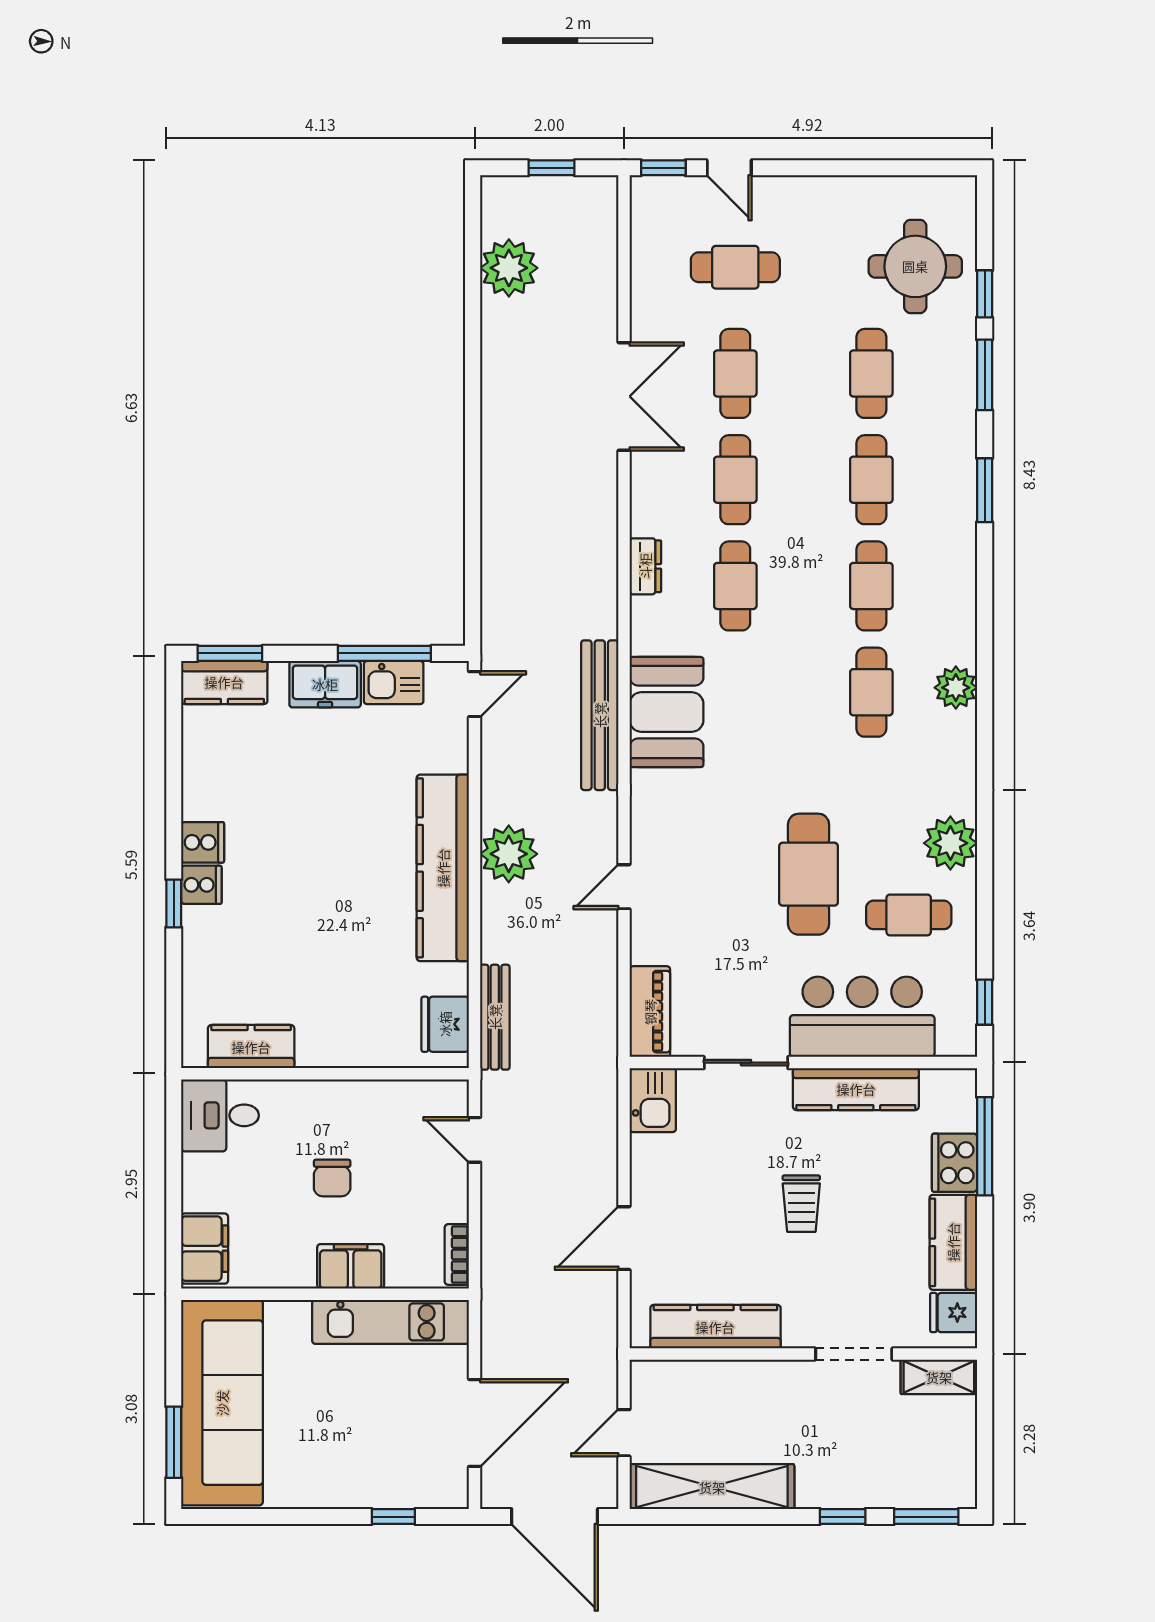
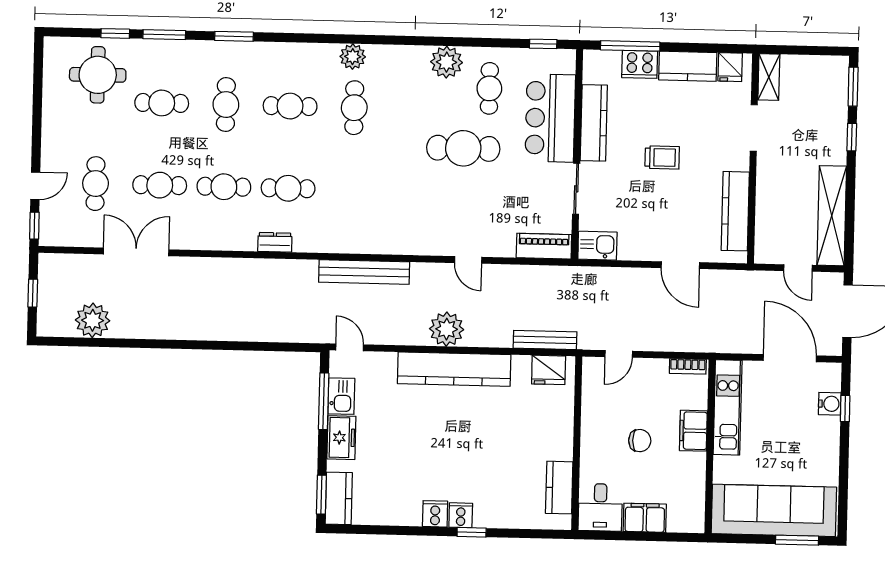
double door: (624, 396) -> (136, 252), moved
cafe table: (871, 480) -> (226, 105), turned 90
cafe table: (871, 692) -> (354, 108), turned 90
booth: (667, 712) -> (363, 232), removed
filing cabinet: (205, 1249) -> (645, 518), moved
water cooler: (401, 1491) -> (830, 404), added

